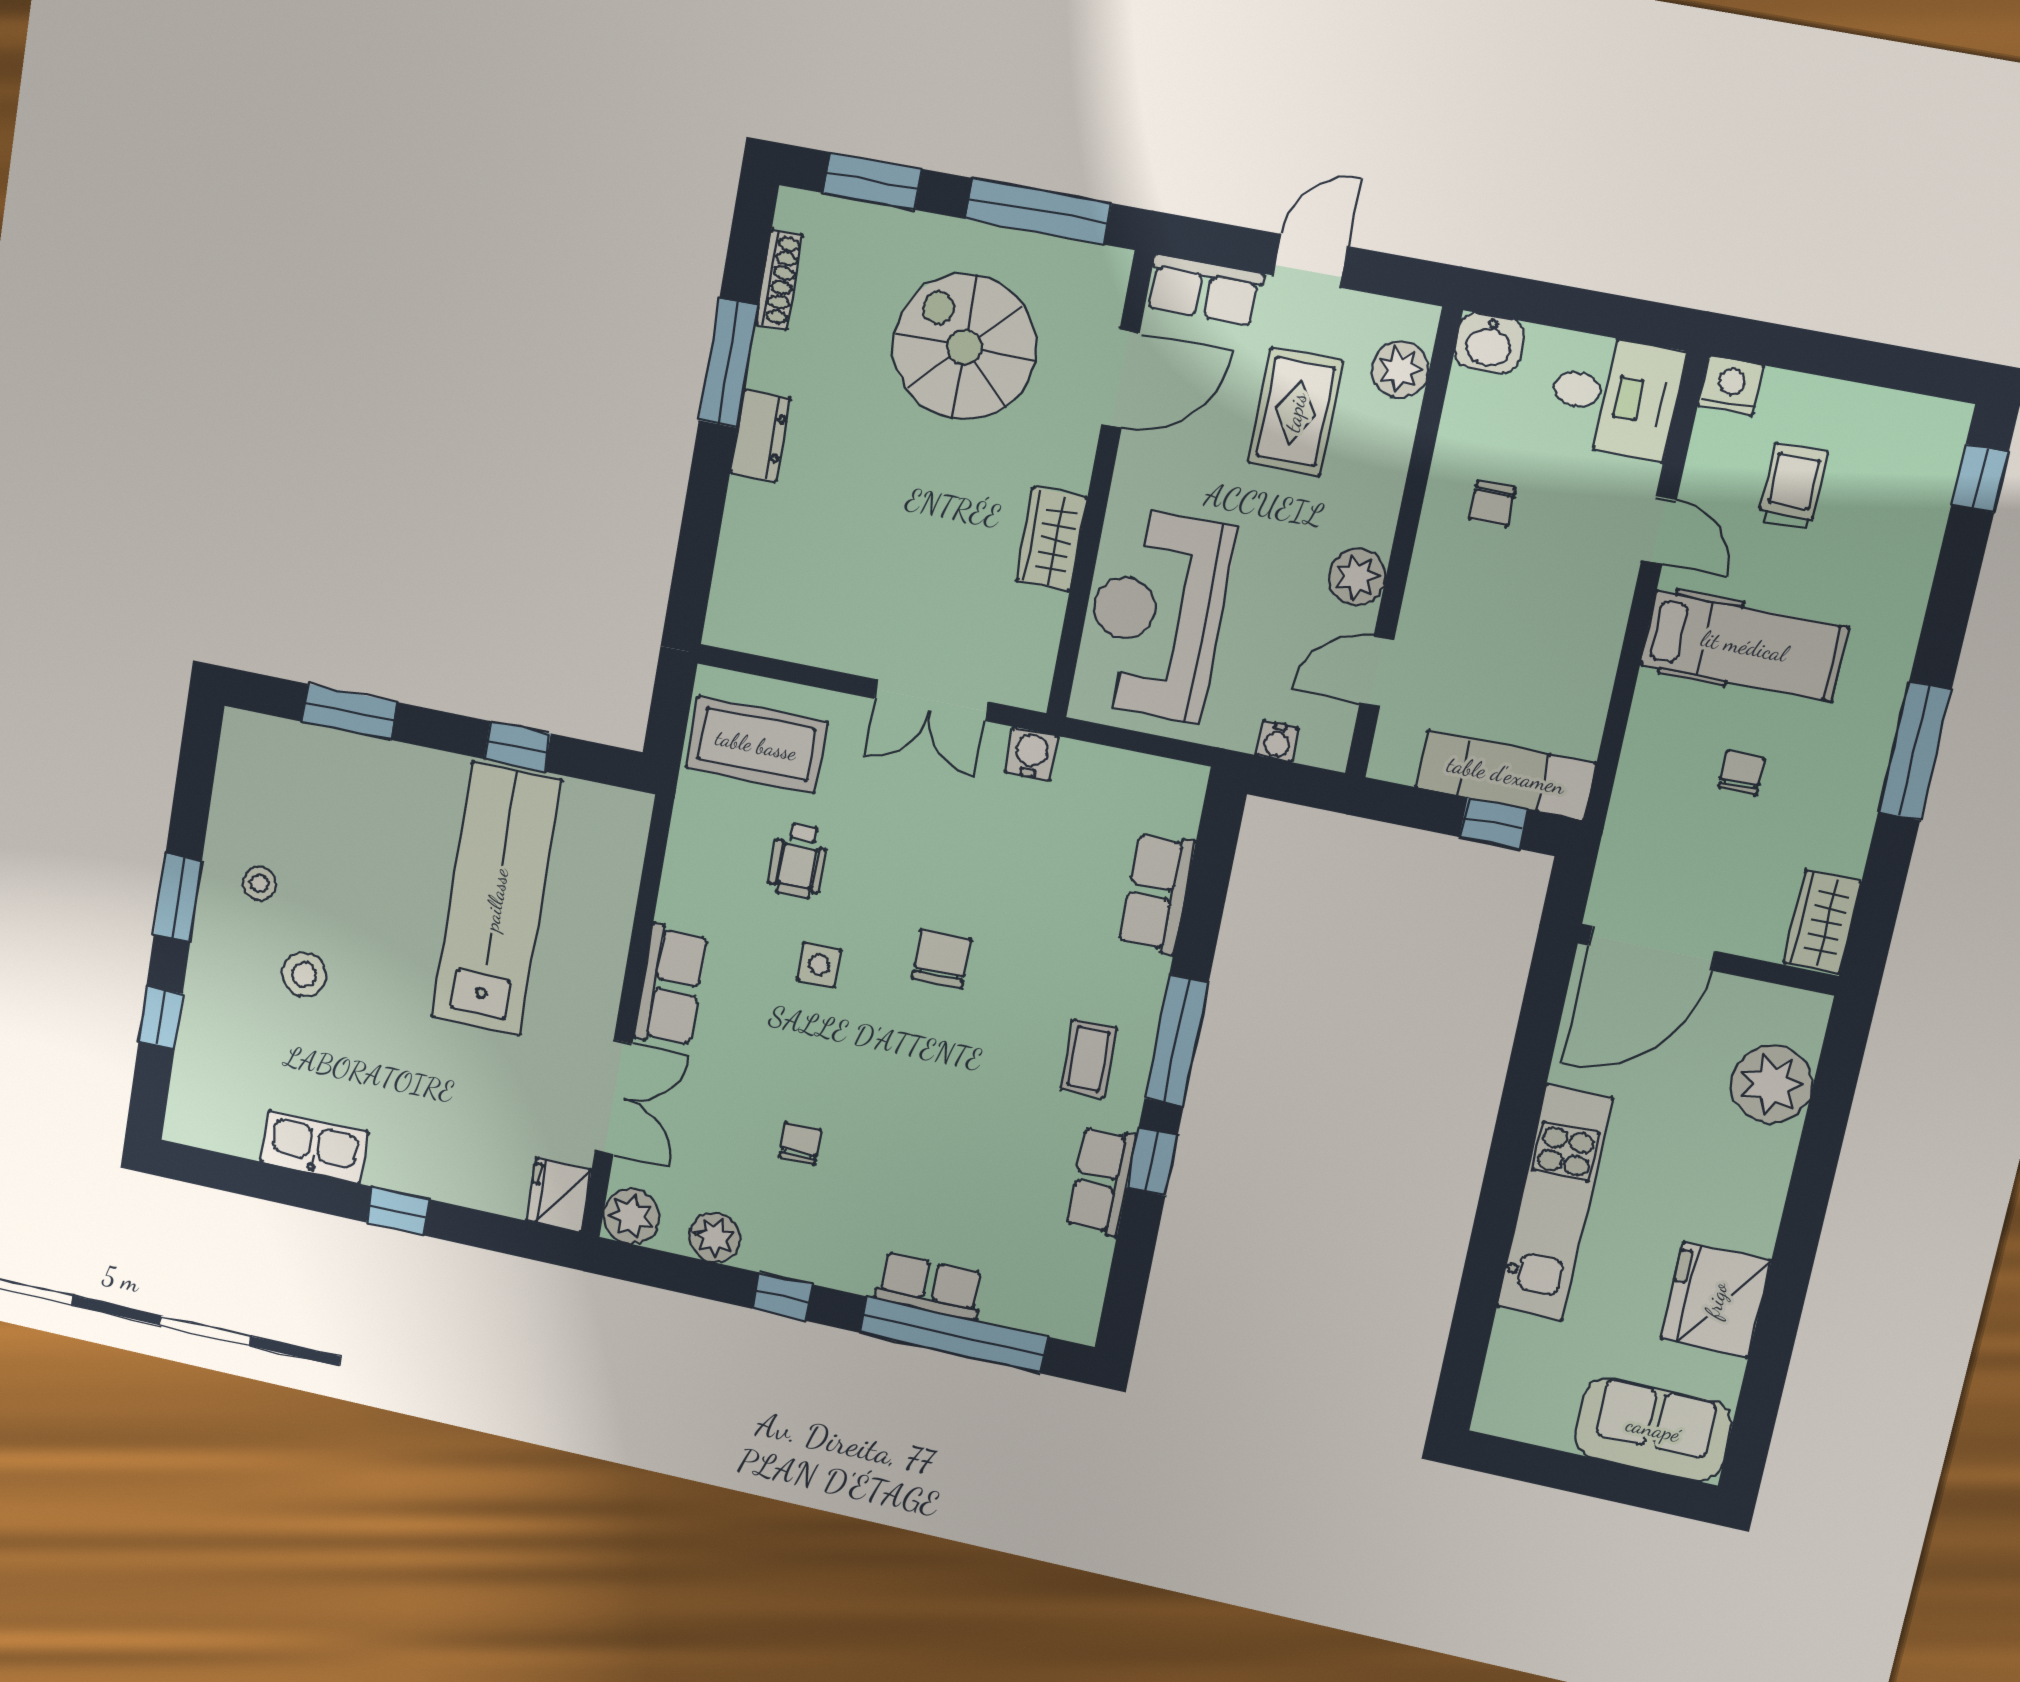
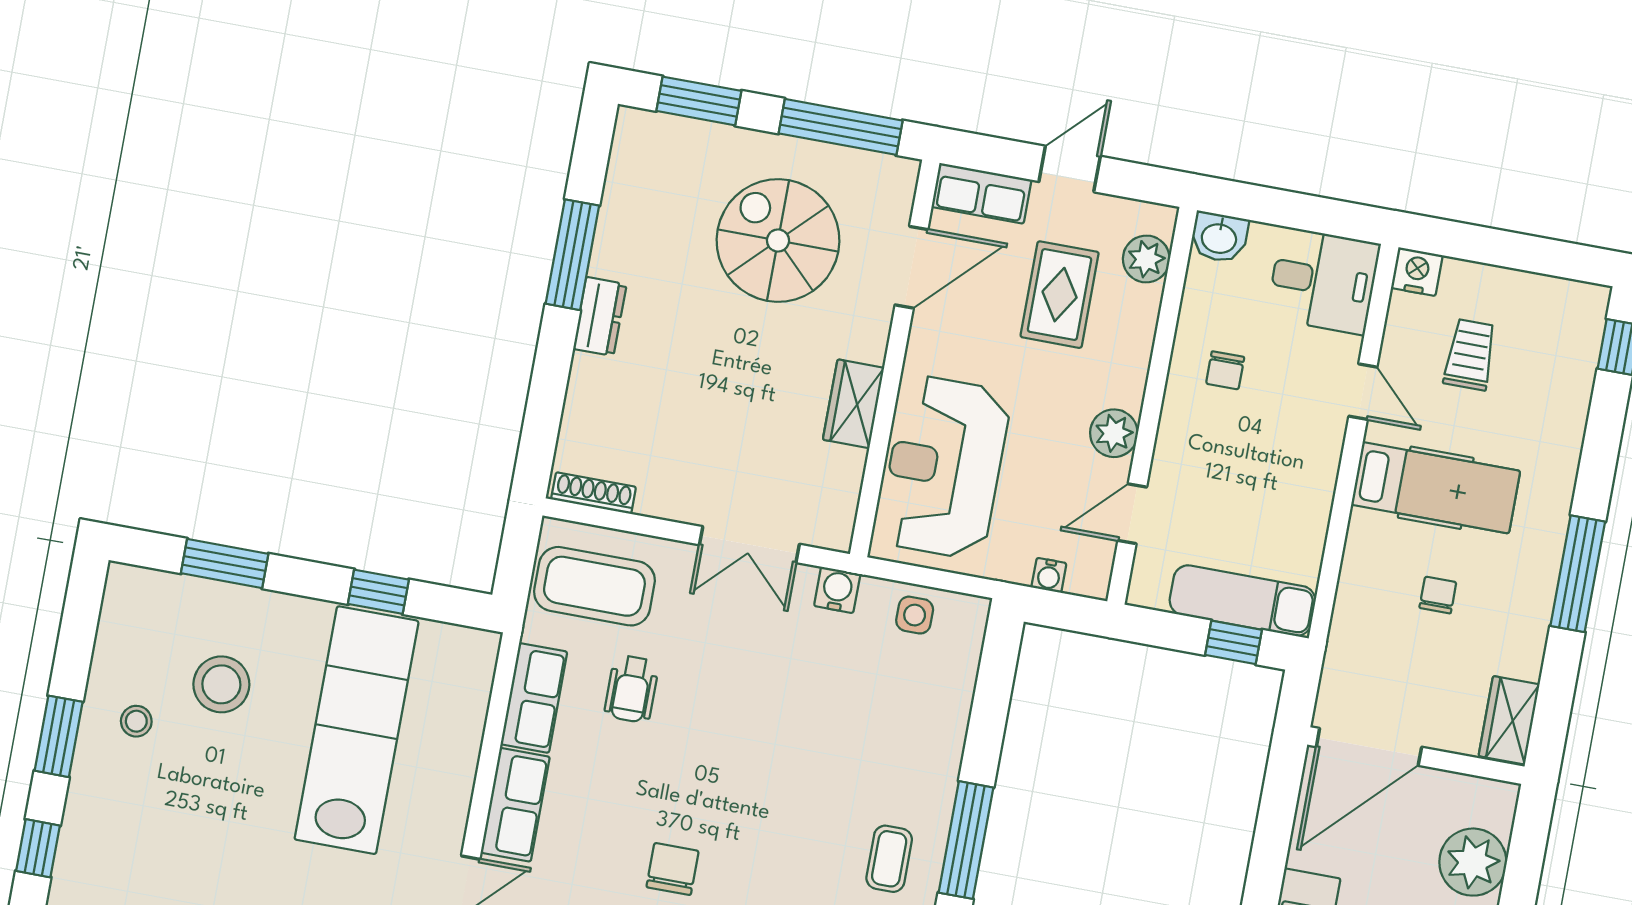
shoe rack: (779, 280) -> (594, 493), moved, turned -90
row of seats: (1157, 893) -> (534, 698), moved, turned 180
chair: (941, 959) -> (672, 869), moved
side table: (819, 965) -> (915, 615), moved
stool: (304, 975) -> (221, 684), moved, width x1.38, depth x1.38

